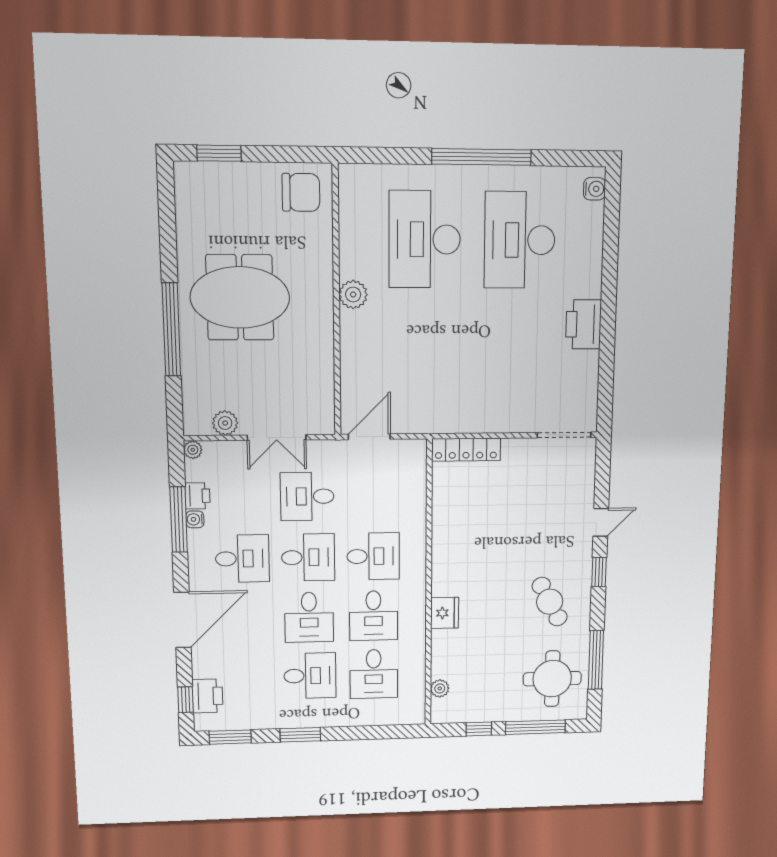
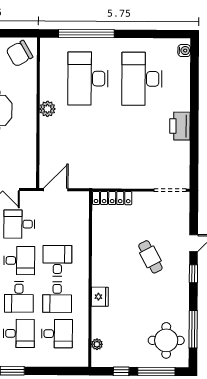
window: (482, 157) -> (86, 34), moved
chair: (301, 192) -> (19, 53), turned 150
desk: (373, 556) -> (57, 261), turned -90
cafe table: (550, 602) -> (150, 257), moved
desk: (374, 674) -> (57, 334), turned -90

